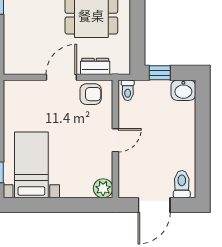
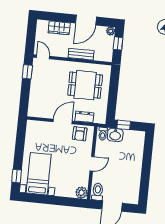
washbasin: (183, 90) -> (115, 135), moved
armchair: (91, 94) -> (80, 134), turned 92
toilet: (182, 184) -> (98, 192), moved

